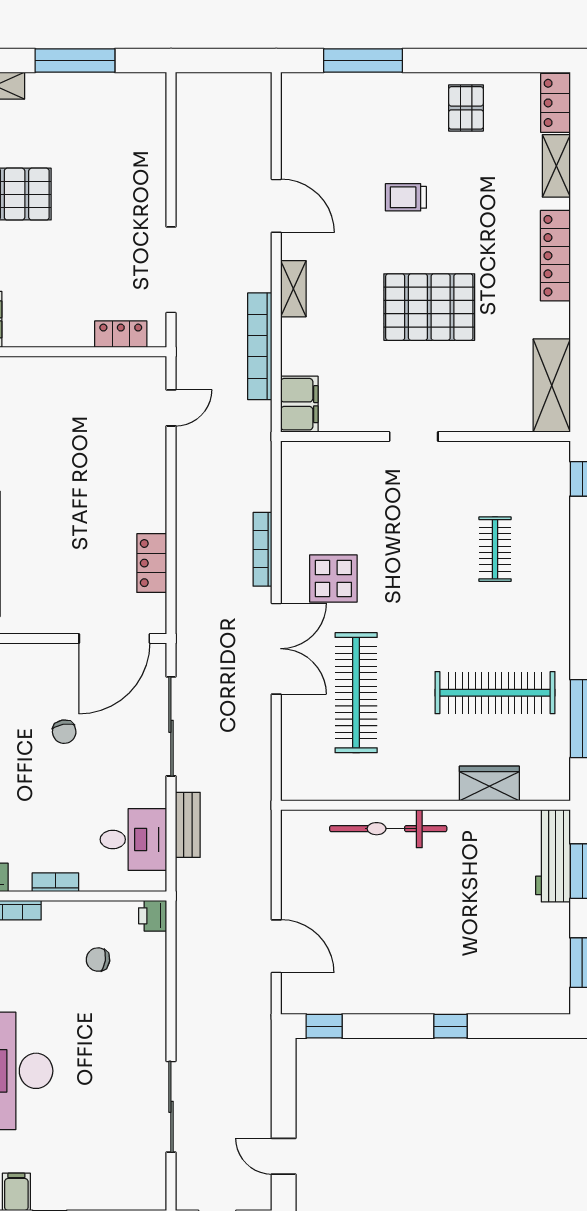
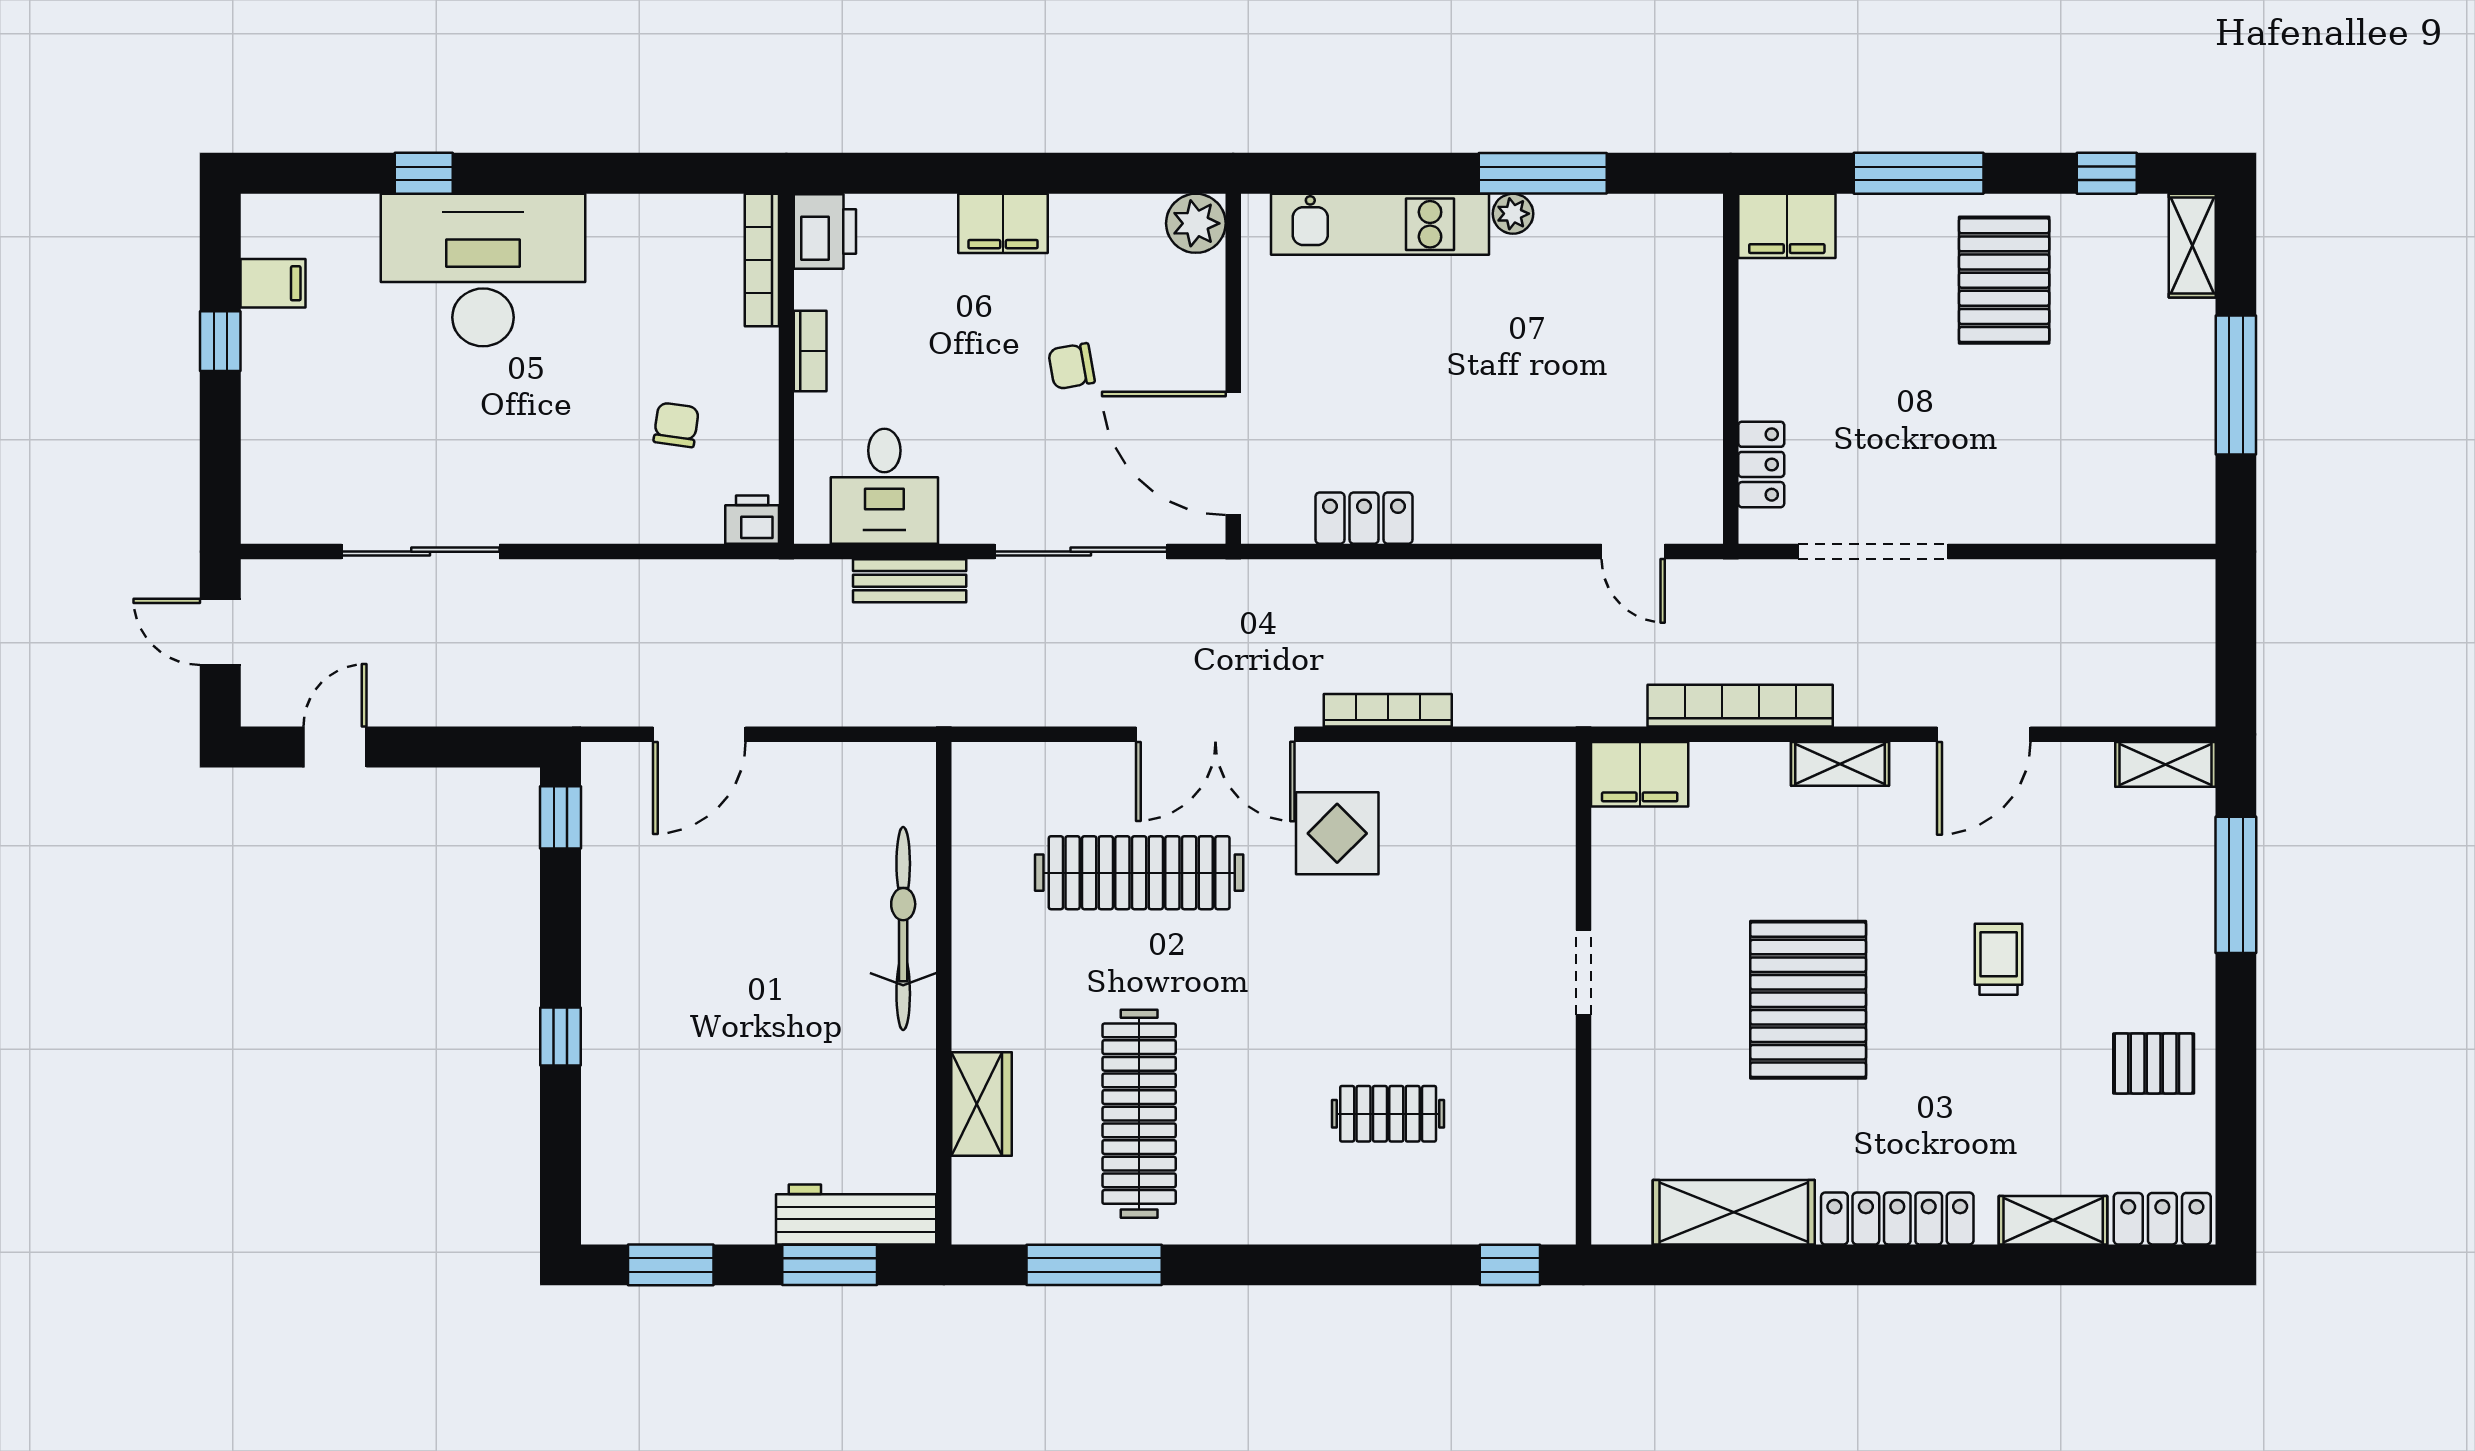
shelving: (294, 101) -> (2166, 764), added
shelving: (552, 386) -> (1734, 1212), moved

